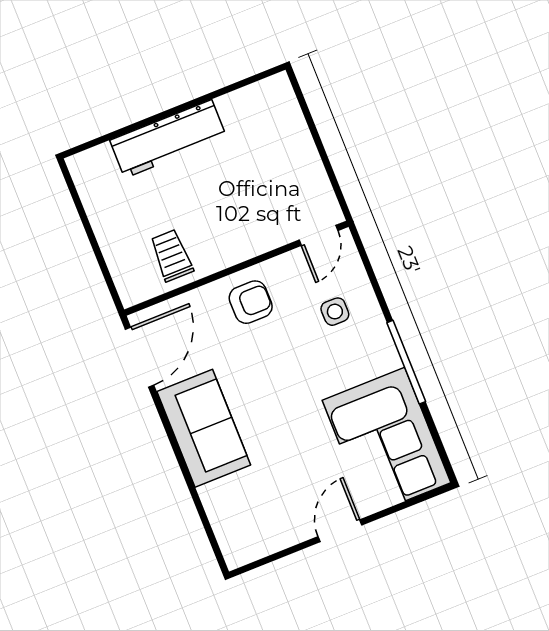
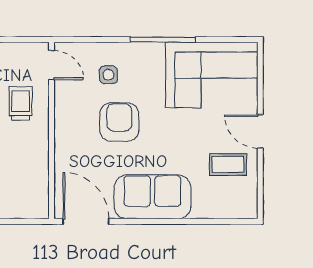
trolley: (172, 256) -> (21, 103), moved, turned 90
armchair: (251, 302) -> (119, 122), moved, width x1.38, depth x1.38
coffee table: (282, 507) -> (228, 165), added

